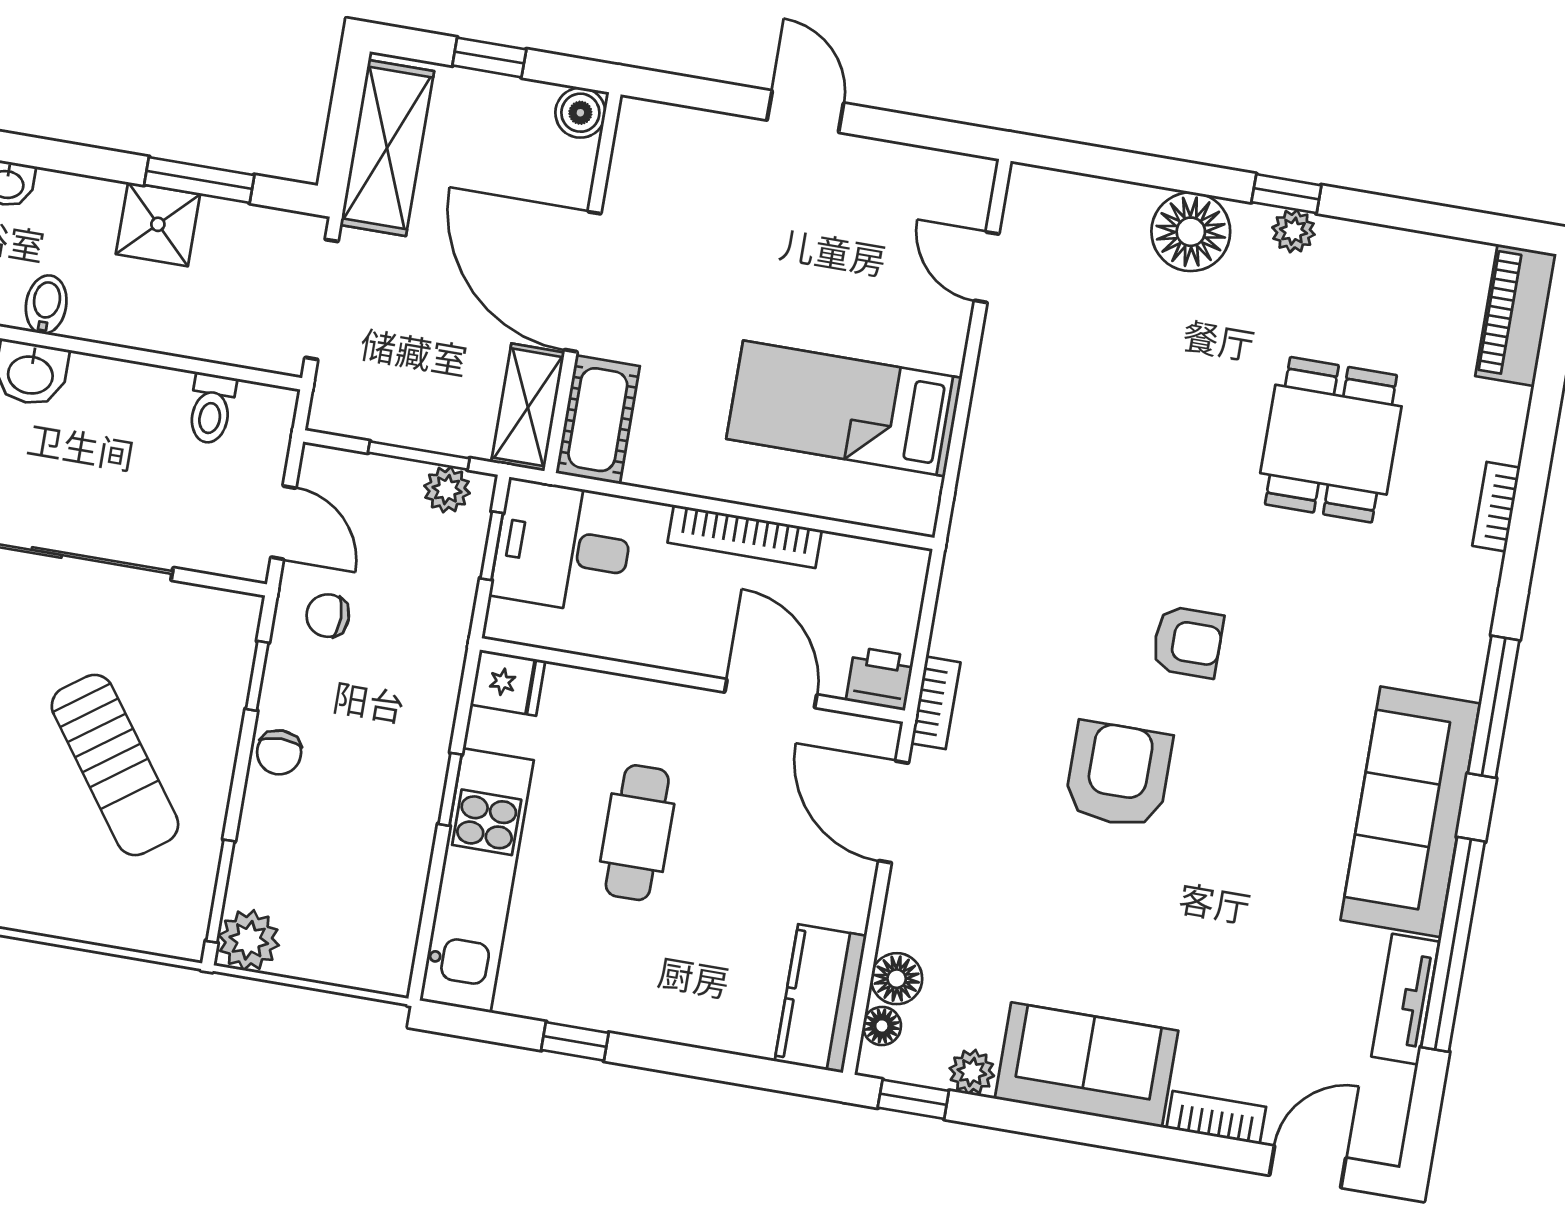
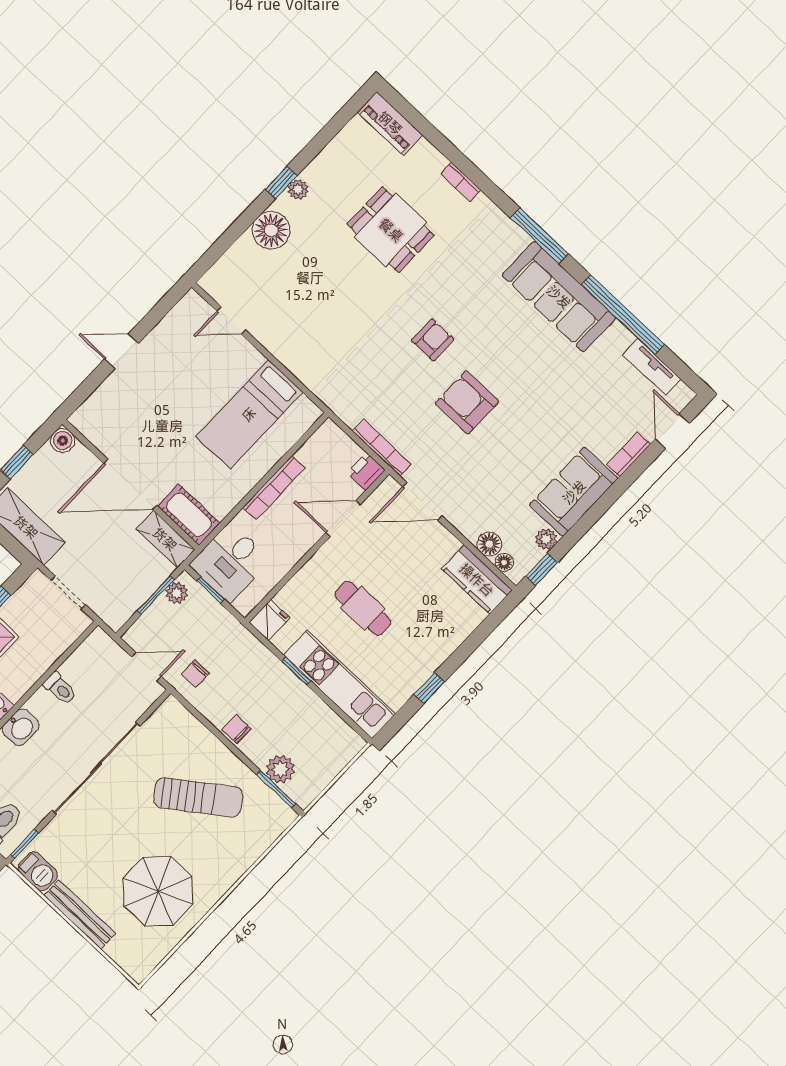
doorway: (321, 299) -> (68, 593), width x0.73
toilet: (211, 409) -> (60, 689), moved
window: (257, 676) -> (200, 717), removed
bookcase: (936, 703) -> (382, 448), width x1.56
chair: (279, 752) -> (236, 729), turned 180
plant: (249, 940) -> (280, 769), moved
tv unit: (1405, 999) -> (652, 367), moved

